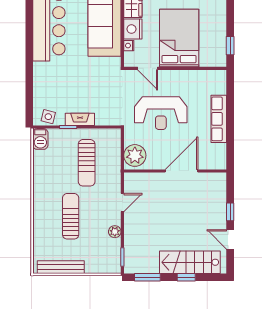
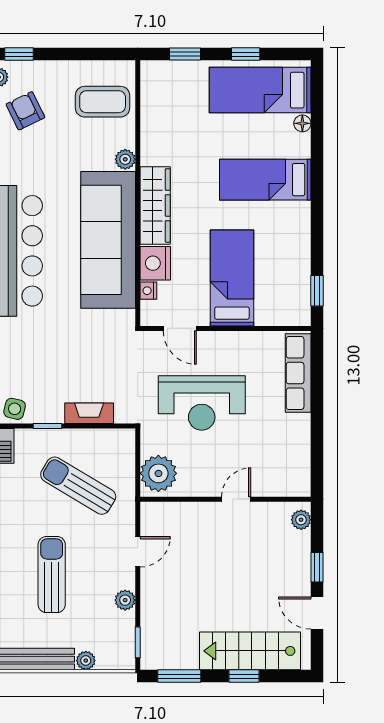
bed: (179, 38) -> (232, 278), width x0.67
fireplace: (80, 119) -> (89, 413), moved
row of seats: (219, 119) -> (298, 373), moved
sun lounger: (87, 163) -> (78, 486), turned 121
door: (182, 171) -> (236, 499), width x0.53
plant: (221, 183) -> (301, 520), added
plant: (91, 268) -> (86, 660), added

